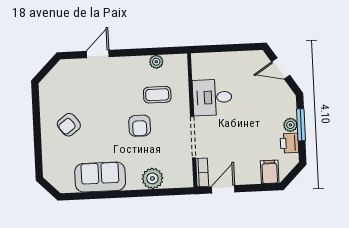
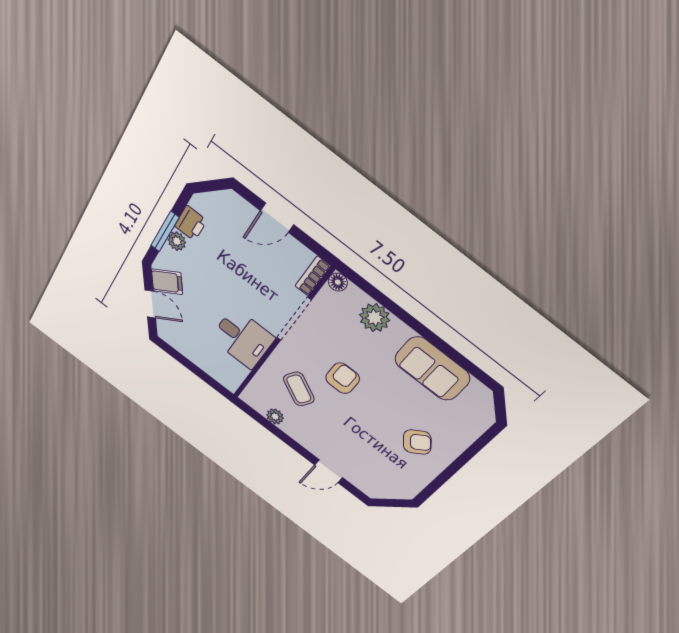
coffee table: (157, 95) -> (299, 389), turned 30
filing cabinet: (270, 172) -> (167, 282), moved, turned -123
floor lamp: (187, 181) -> (338, 282), added
door: (223, 189) -> (277, 218), moved

